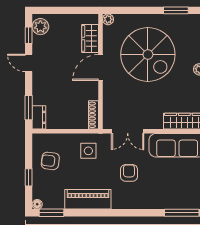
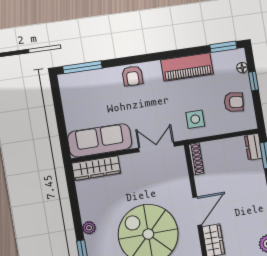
armchair: (129, 173) -> (132, 76), moved
floor lamp: (37, 204) -> (242, 68), moved

